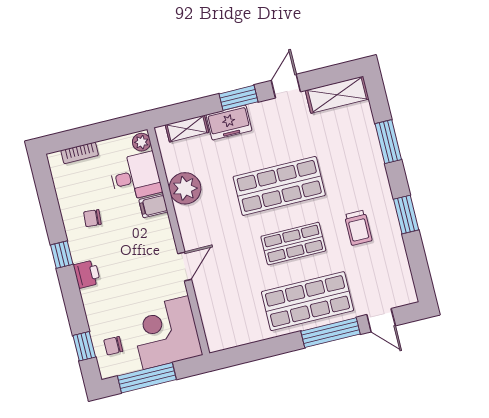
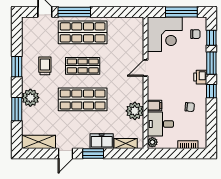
plant: (370, 167) -> (30, 98), added
window: (74, 303) -> (211, 63), added

